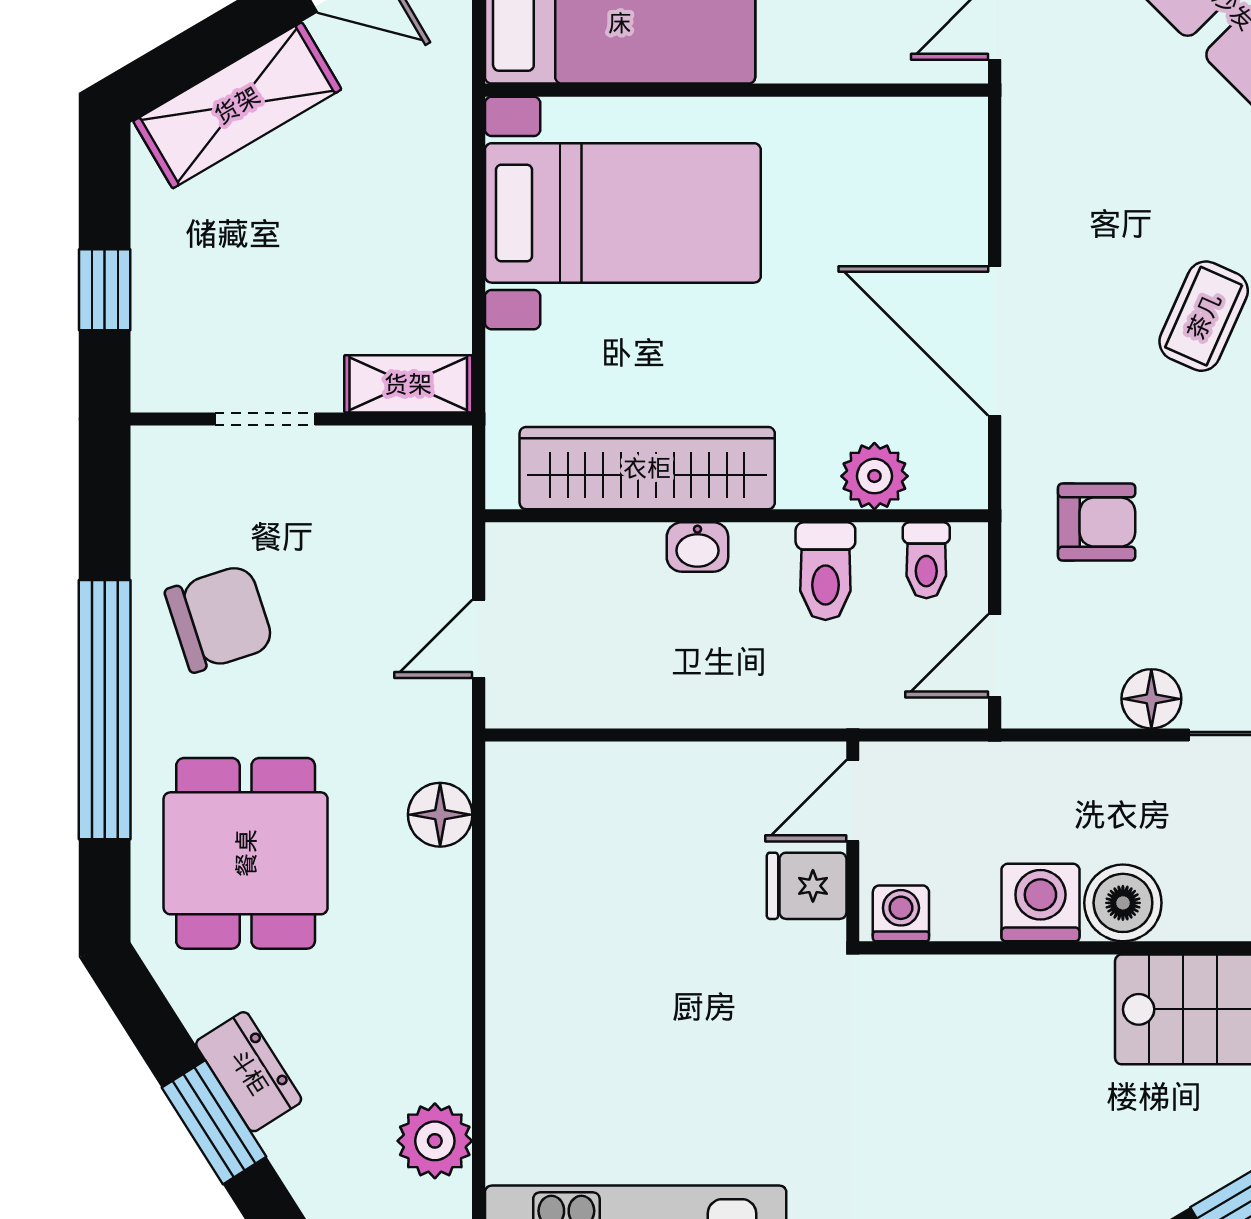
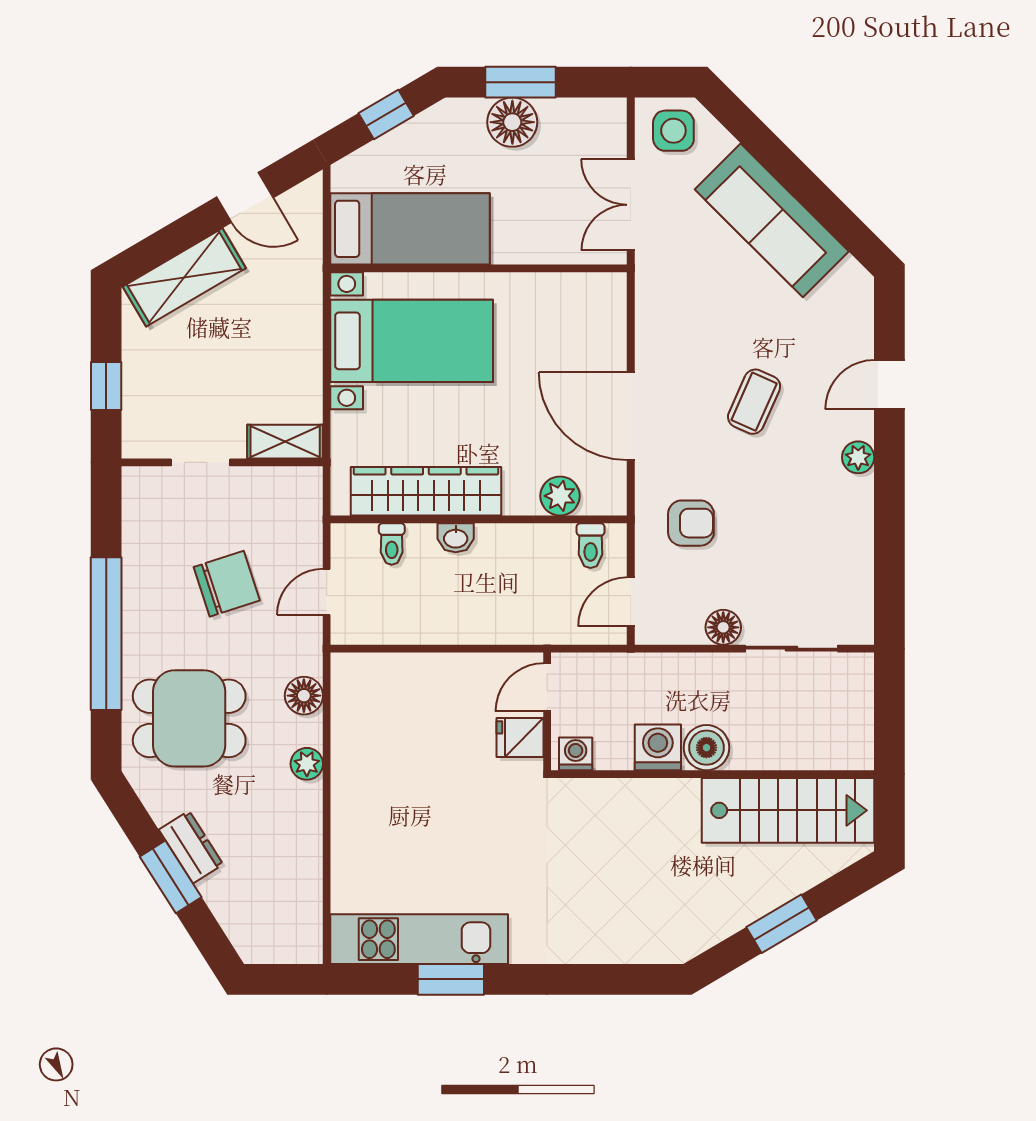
toilet: (825, 571) -> (392, 544), moved, width x0.73, depth x0.72
chair: (219, 618) -> (227, 584), moved
dining table: (246, 853) -> (189, 718), turned 90
plant: (435, 1141) -> (307, 764), moved, width x0.73, depth x0.73

